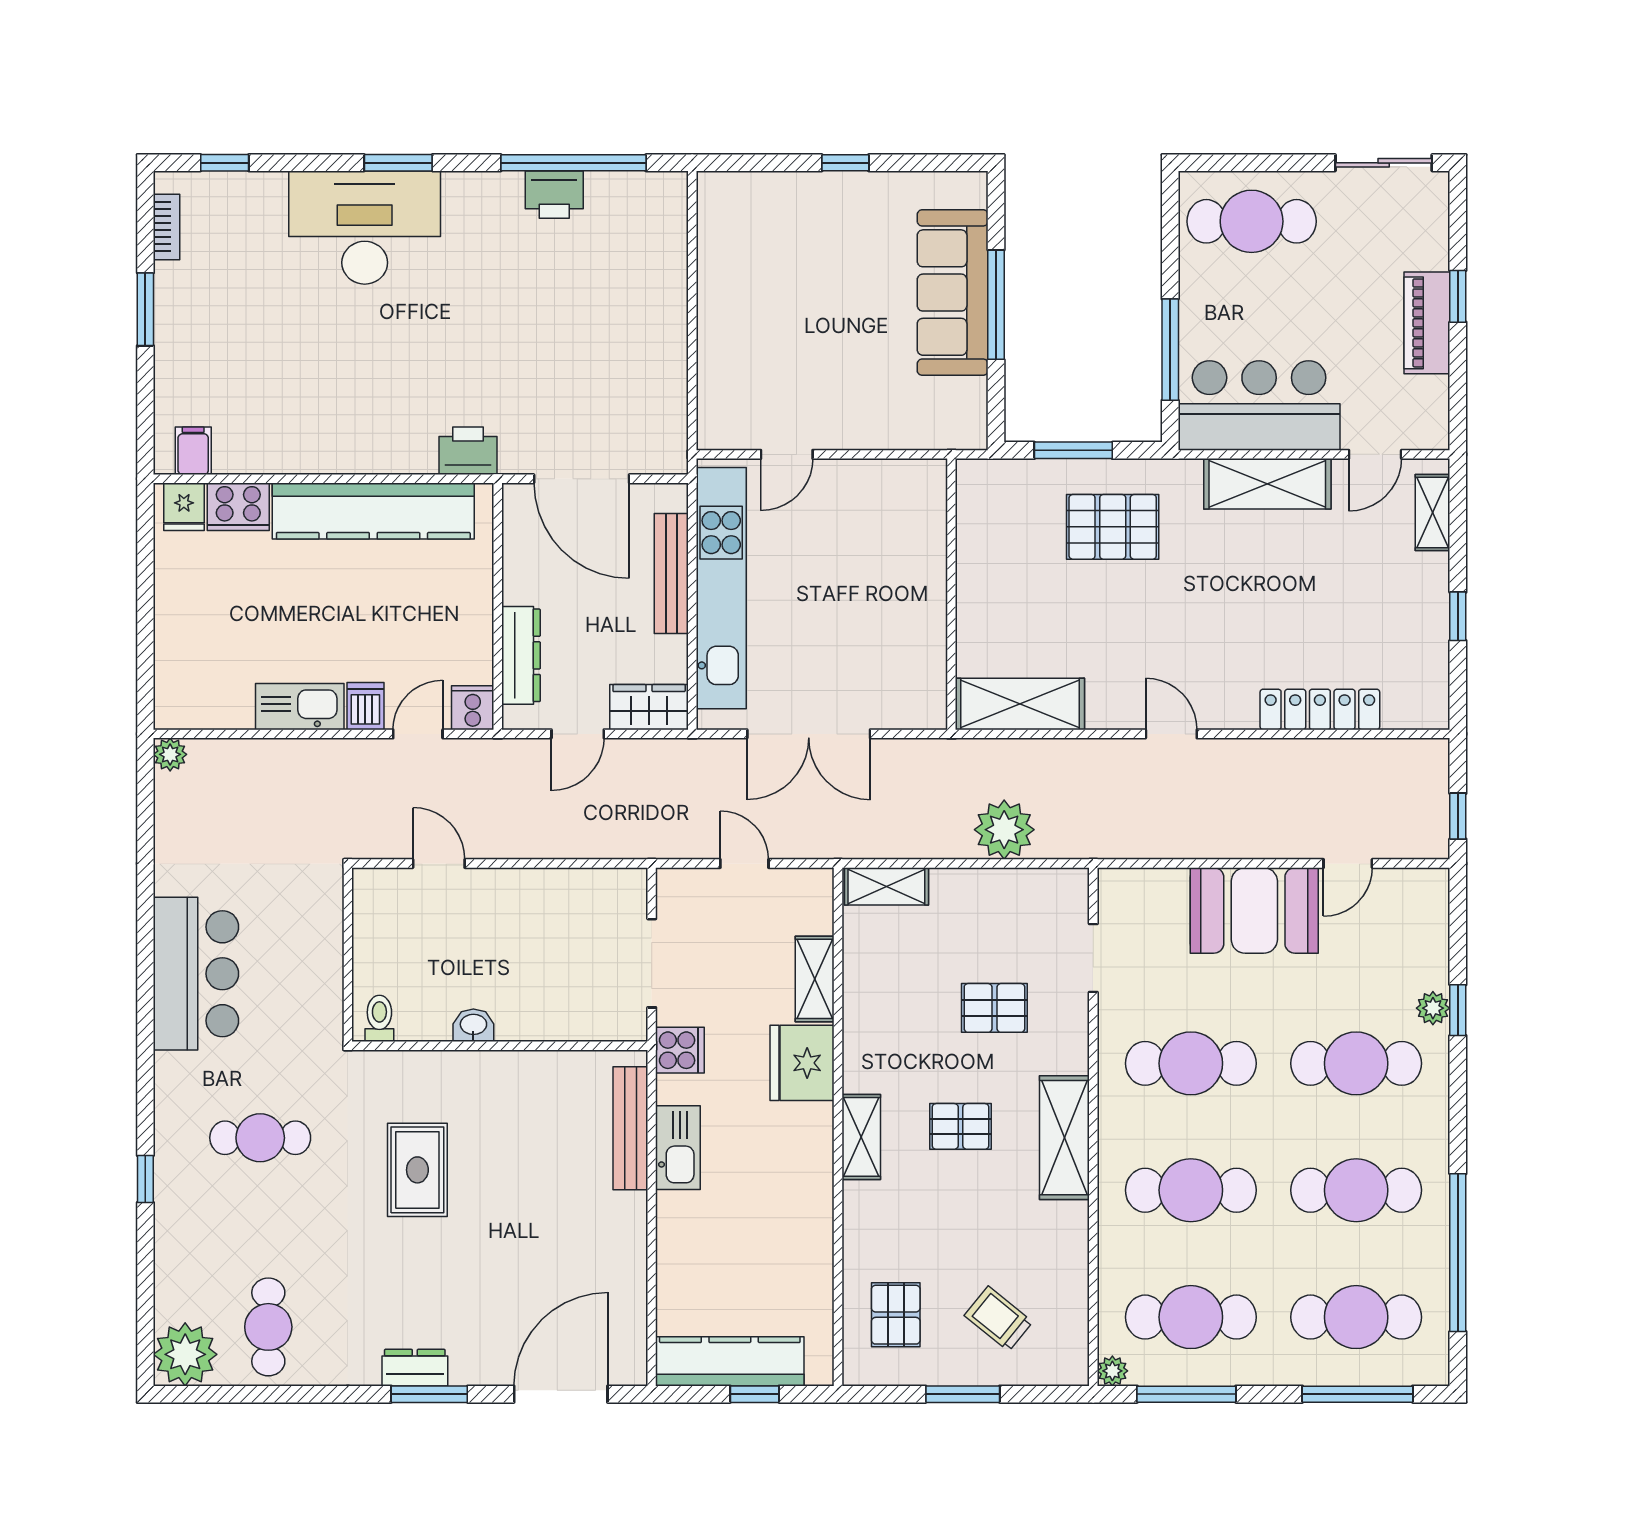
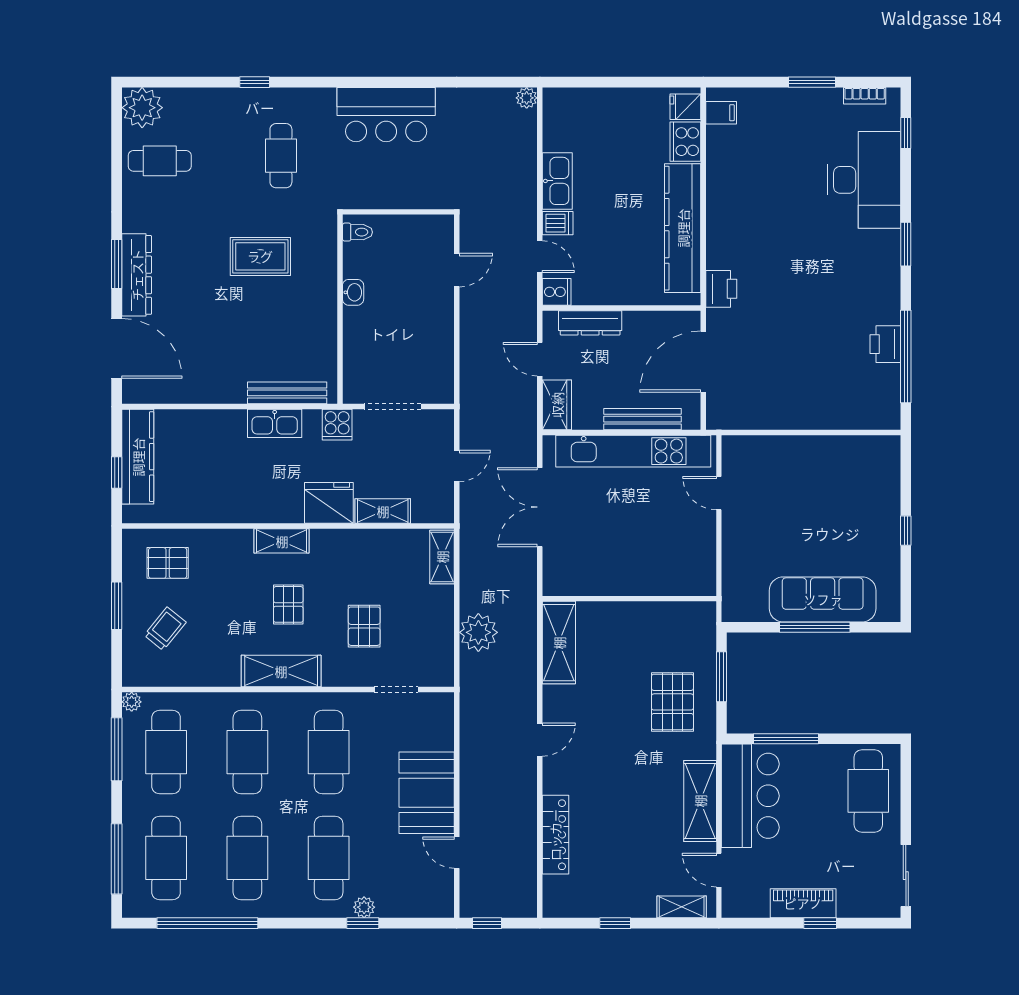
desk: (365, 228) -> (864, 180), moved
dresser: (415, 1368) -> (137, 275), width x1.96, depth x1.24

